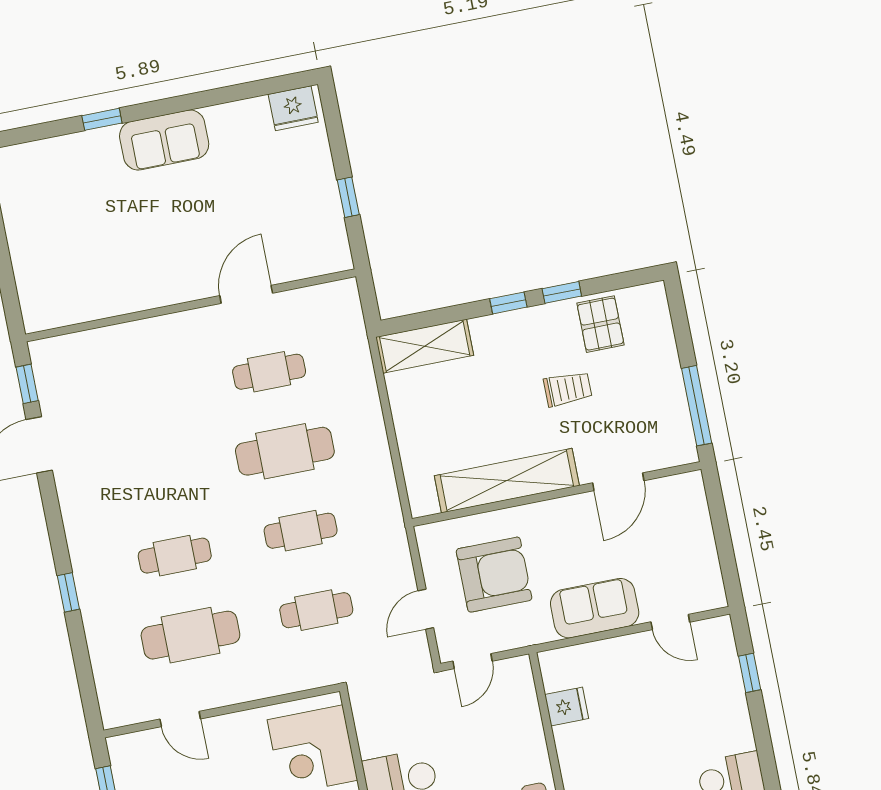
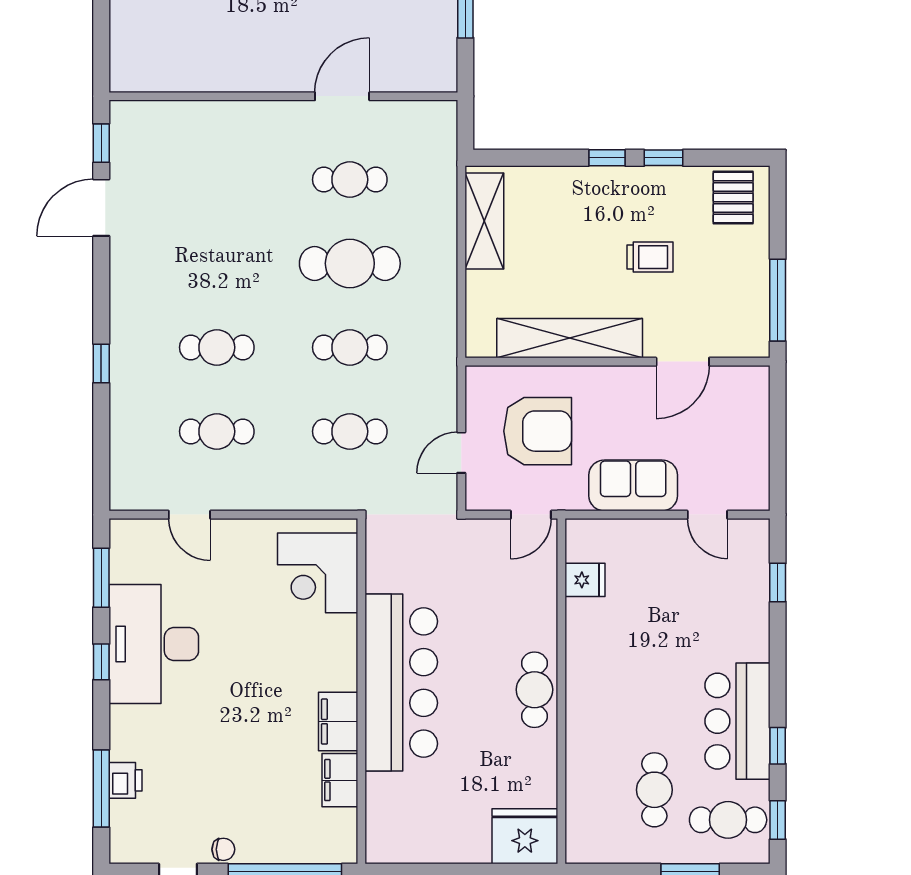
pallet: (600, 324) -> (733, 198), moved
shelving: (425, 346) -> (484, 221), moved, turned 90
cafe table: (190, 635) -> (217, 431), width x0.73, depth x0.74
door: (472, 661) -> (531, 515), moved

